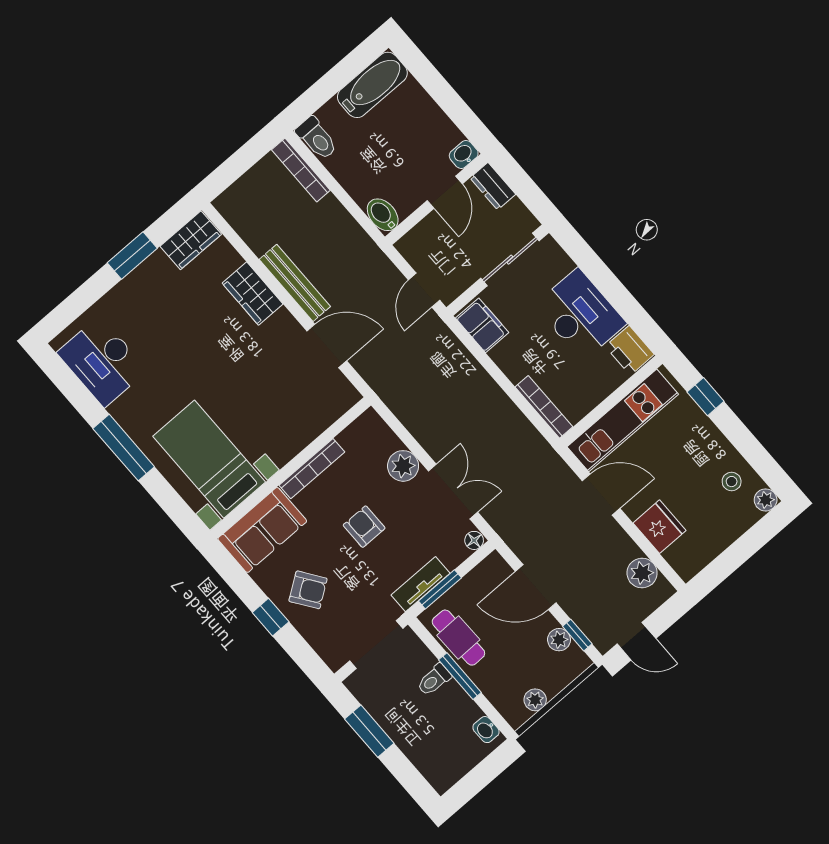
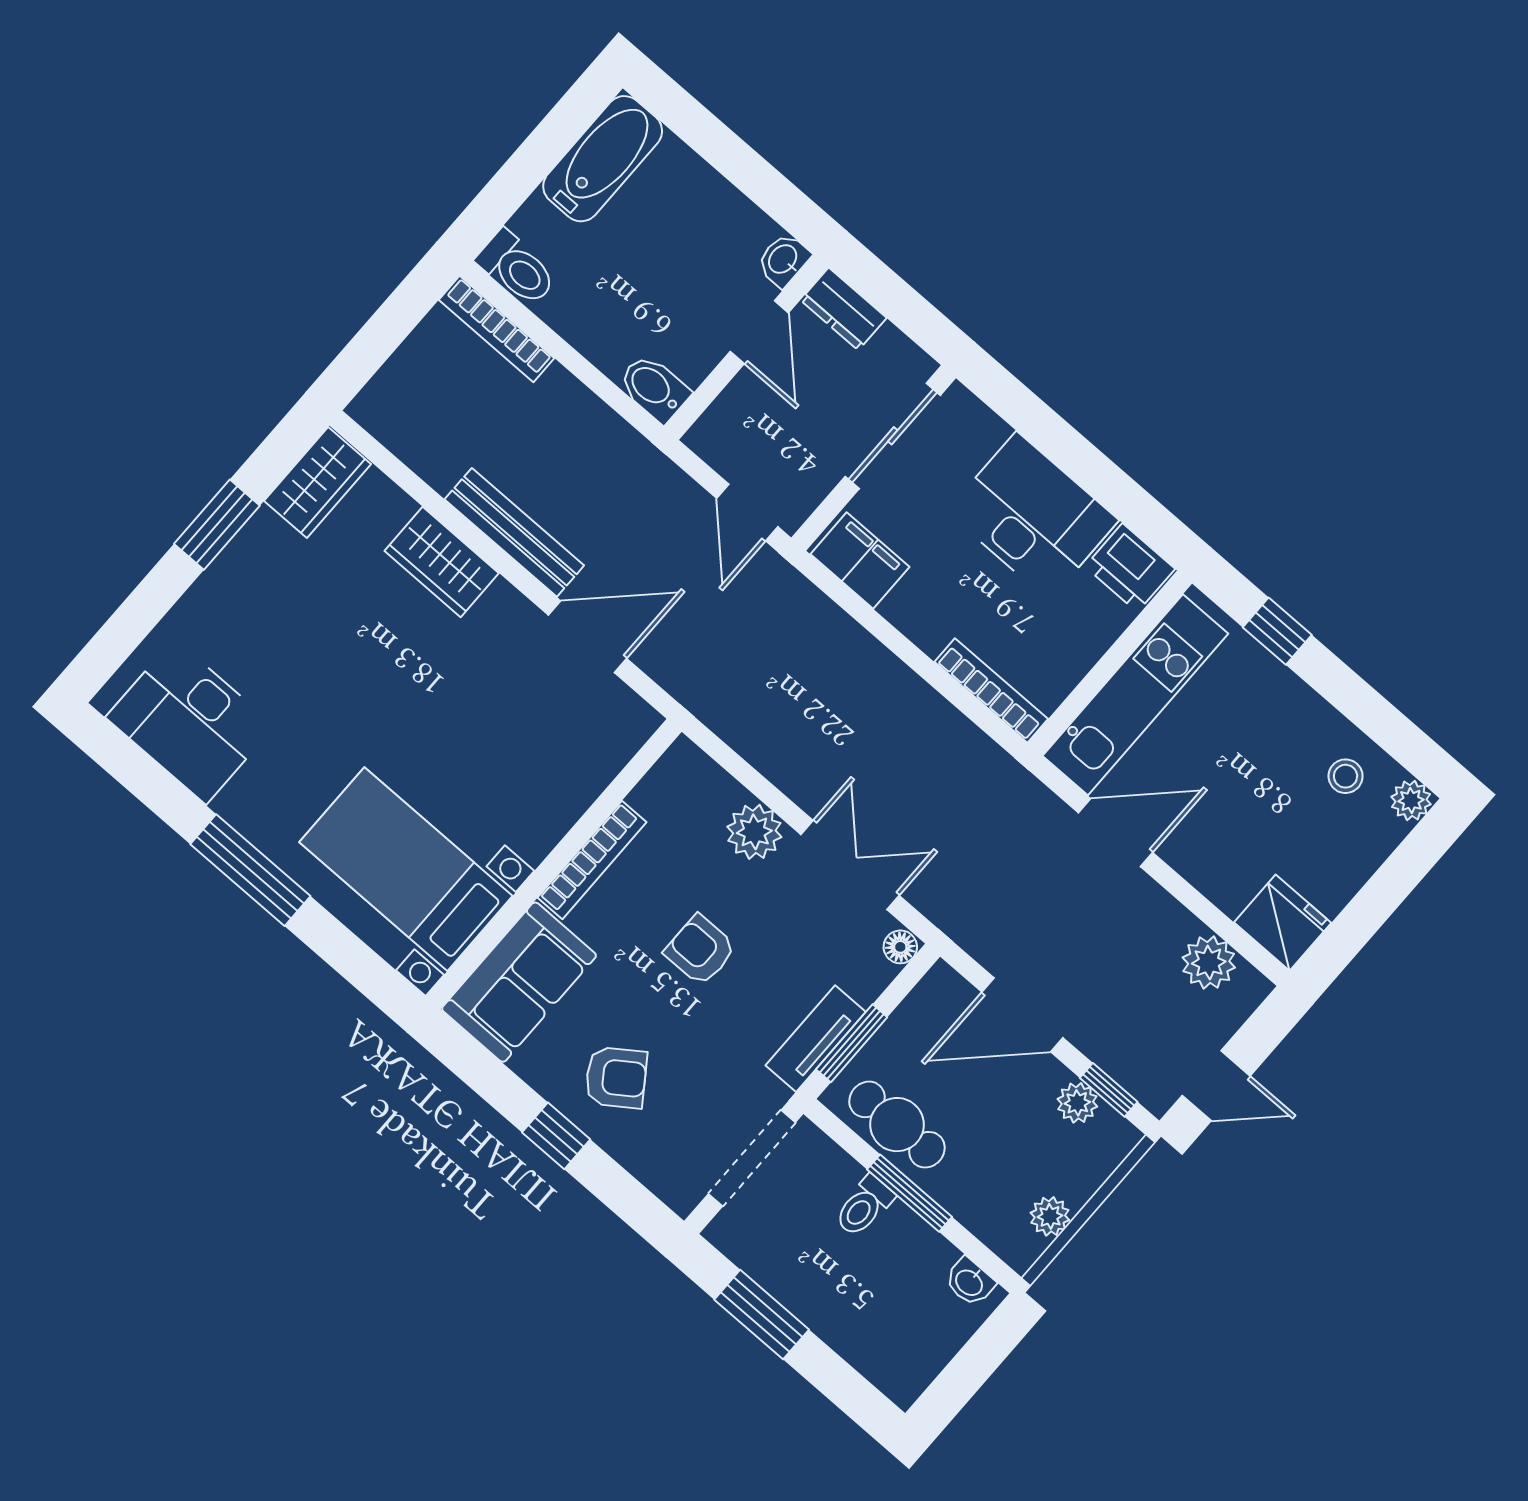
fridge: (659, 527) -> (1283, 923), moved

